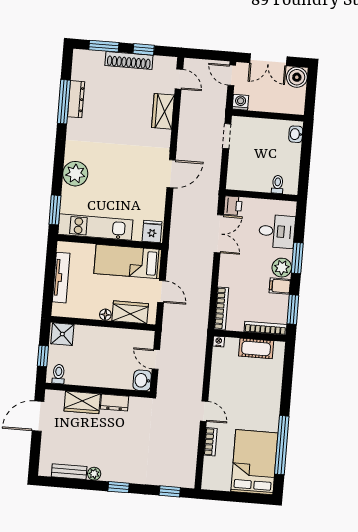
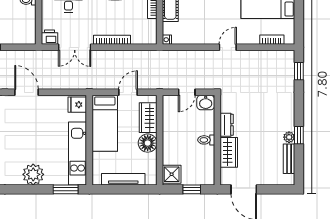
double door: (219, 234) -> (75, 47), swing flipped
bookcase: (221, 308) -> (112, 40), moved
floor lamp: (105, 315) -> (148, 143), width x1.89, depth x1.89
toilet: (59, 374) -> (206, 140), moved
bookcase: (210, 442) -> (272, 40), moved
window: (119, 487) -> (299, 135), moved

